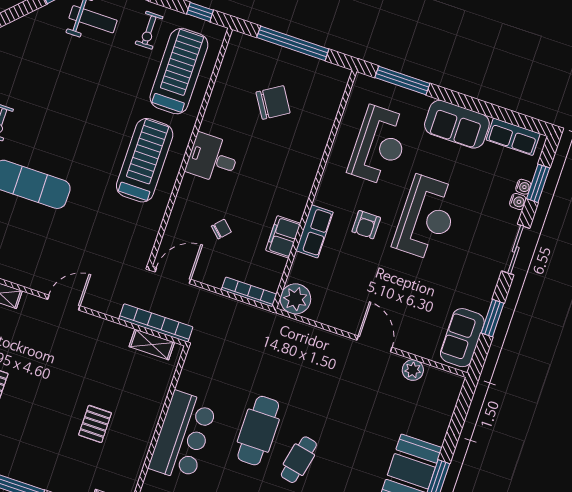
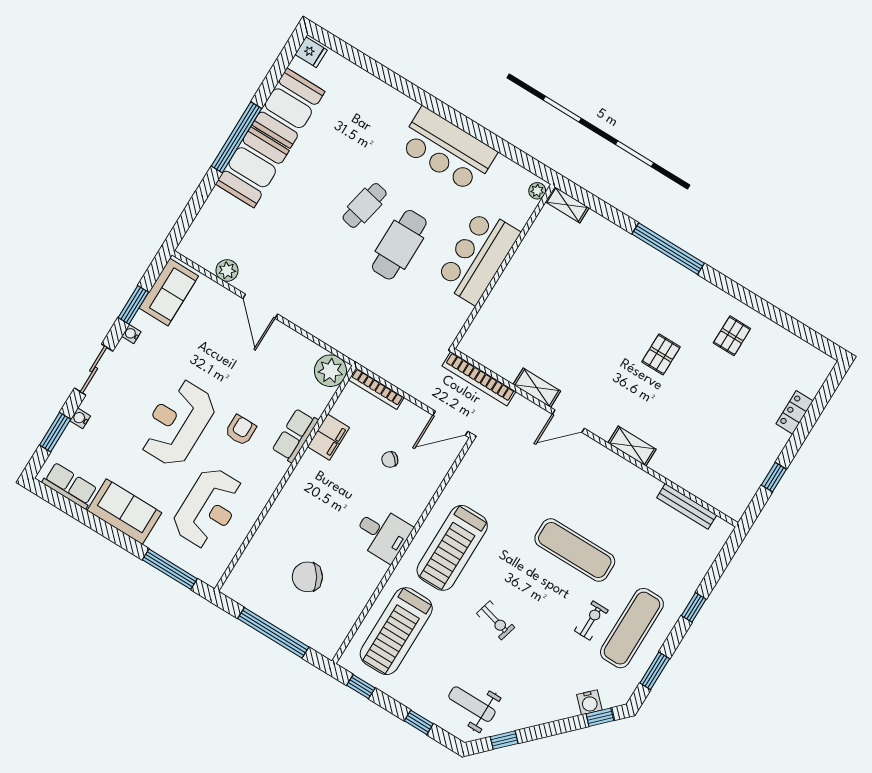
exercise bike: (149, 30) -> (496, 620), moved, turned 105
reception desk: (379, 145) -> (209, 508), turned 180
water cooler: (523, 187) -> (131, 334), moved
shelving: (152, 345) -> (537, 388), moved
pallet: (95, 424) -> (565, 290), removed

